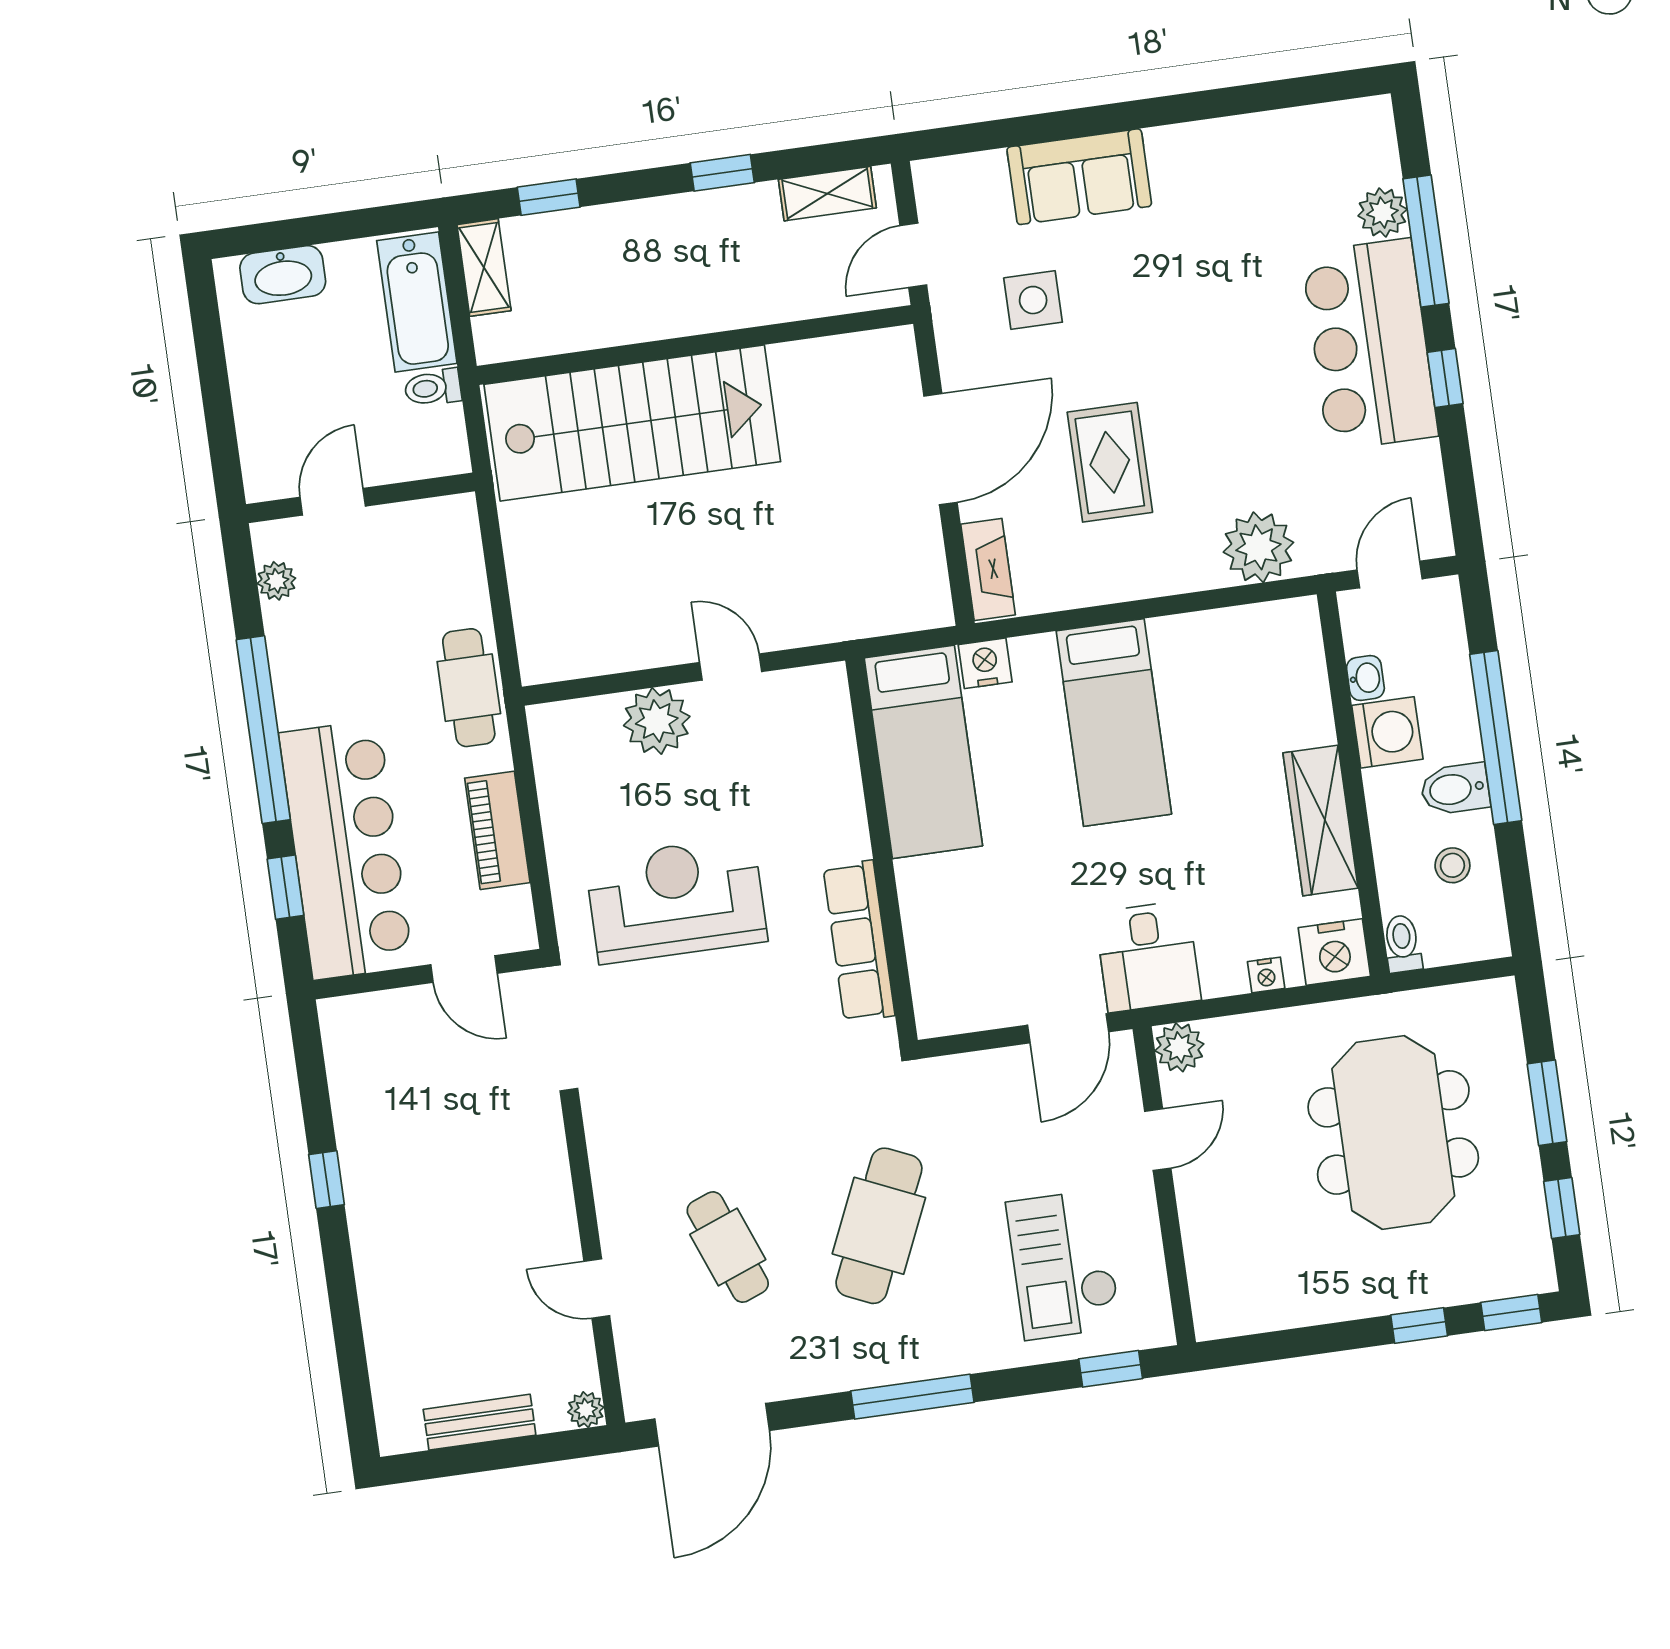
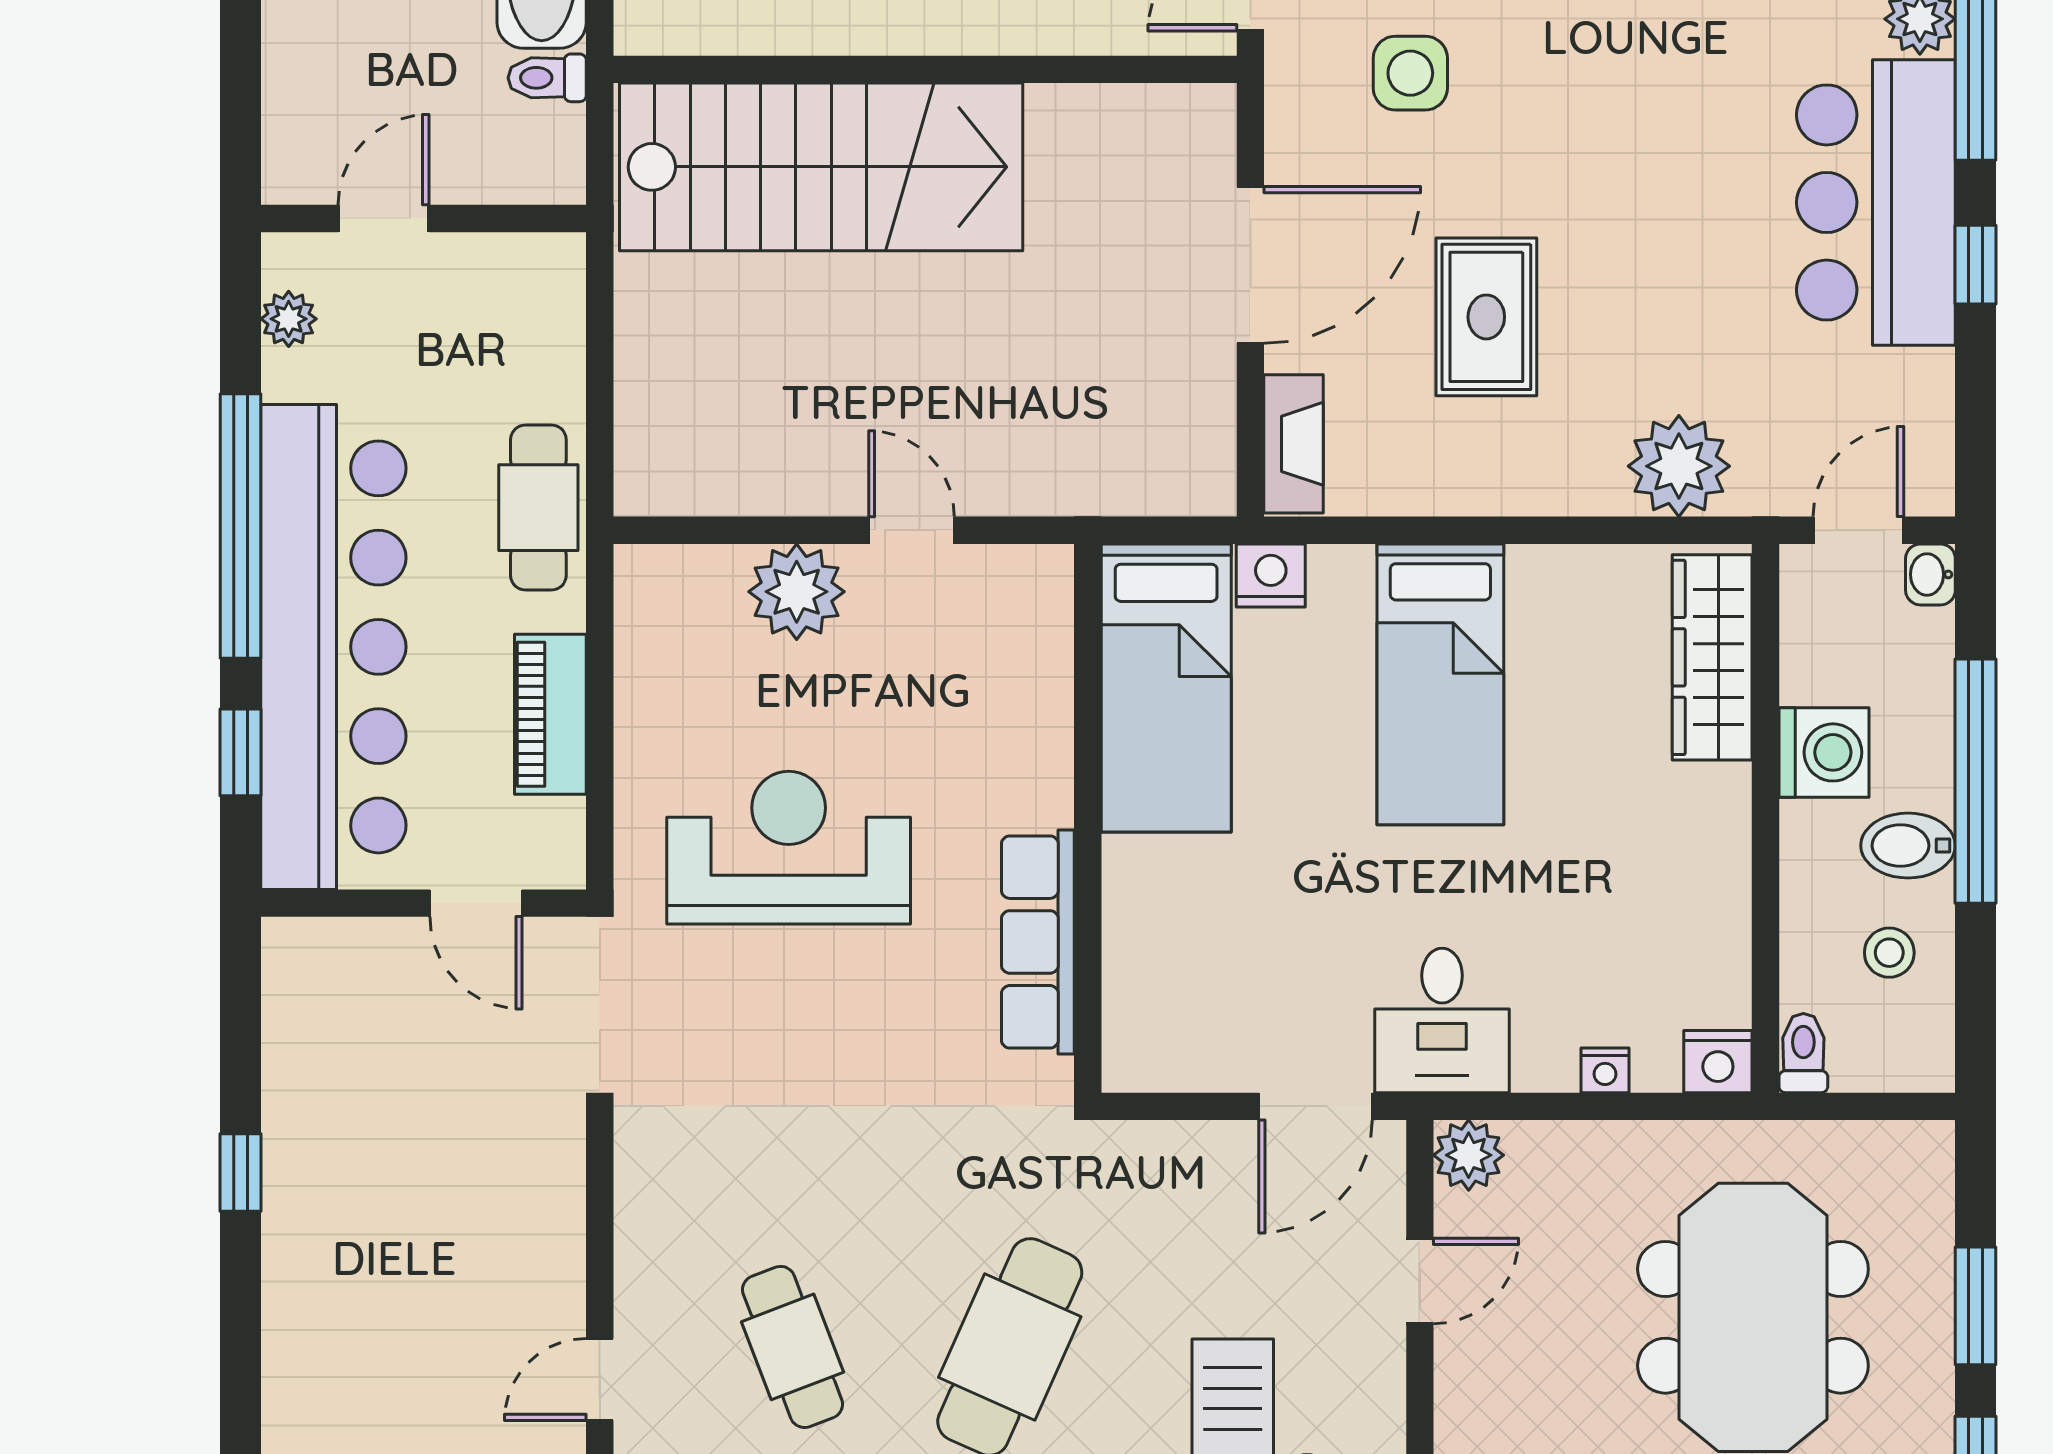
washbasin: (1365, 678) -> (1930, 574), moved, turned 180
wardrobe: (1320, 821) -> (1712, 657), moved
bar counter: (346, 850) -> (333, 647), width x1.36
nightstand: (1334, 952) -> (1718, 1062), width x0.74, depth x0.75
door: (597, 1288) -> (600, 1379), hinge flipped

